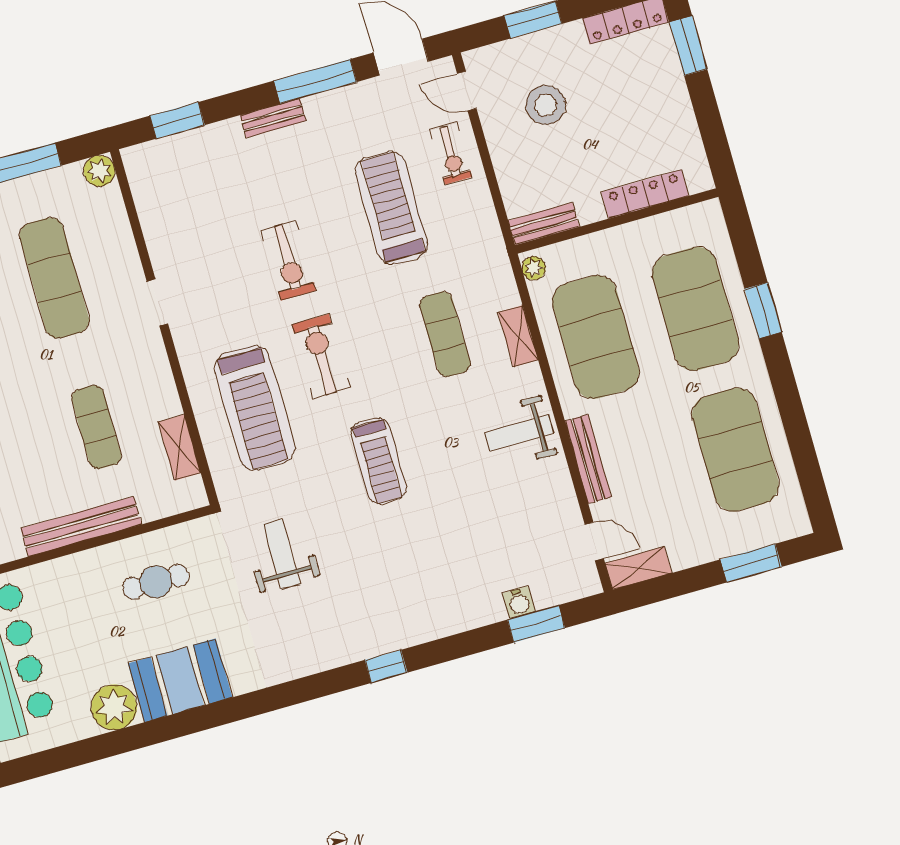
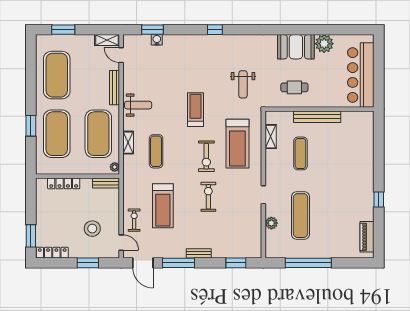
plant: (99, 171) -> (271, 223), moved
treadmill: (255, 408) -> (237, 144), turned 180

